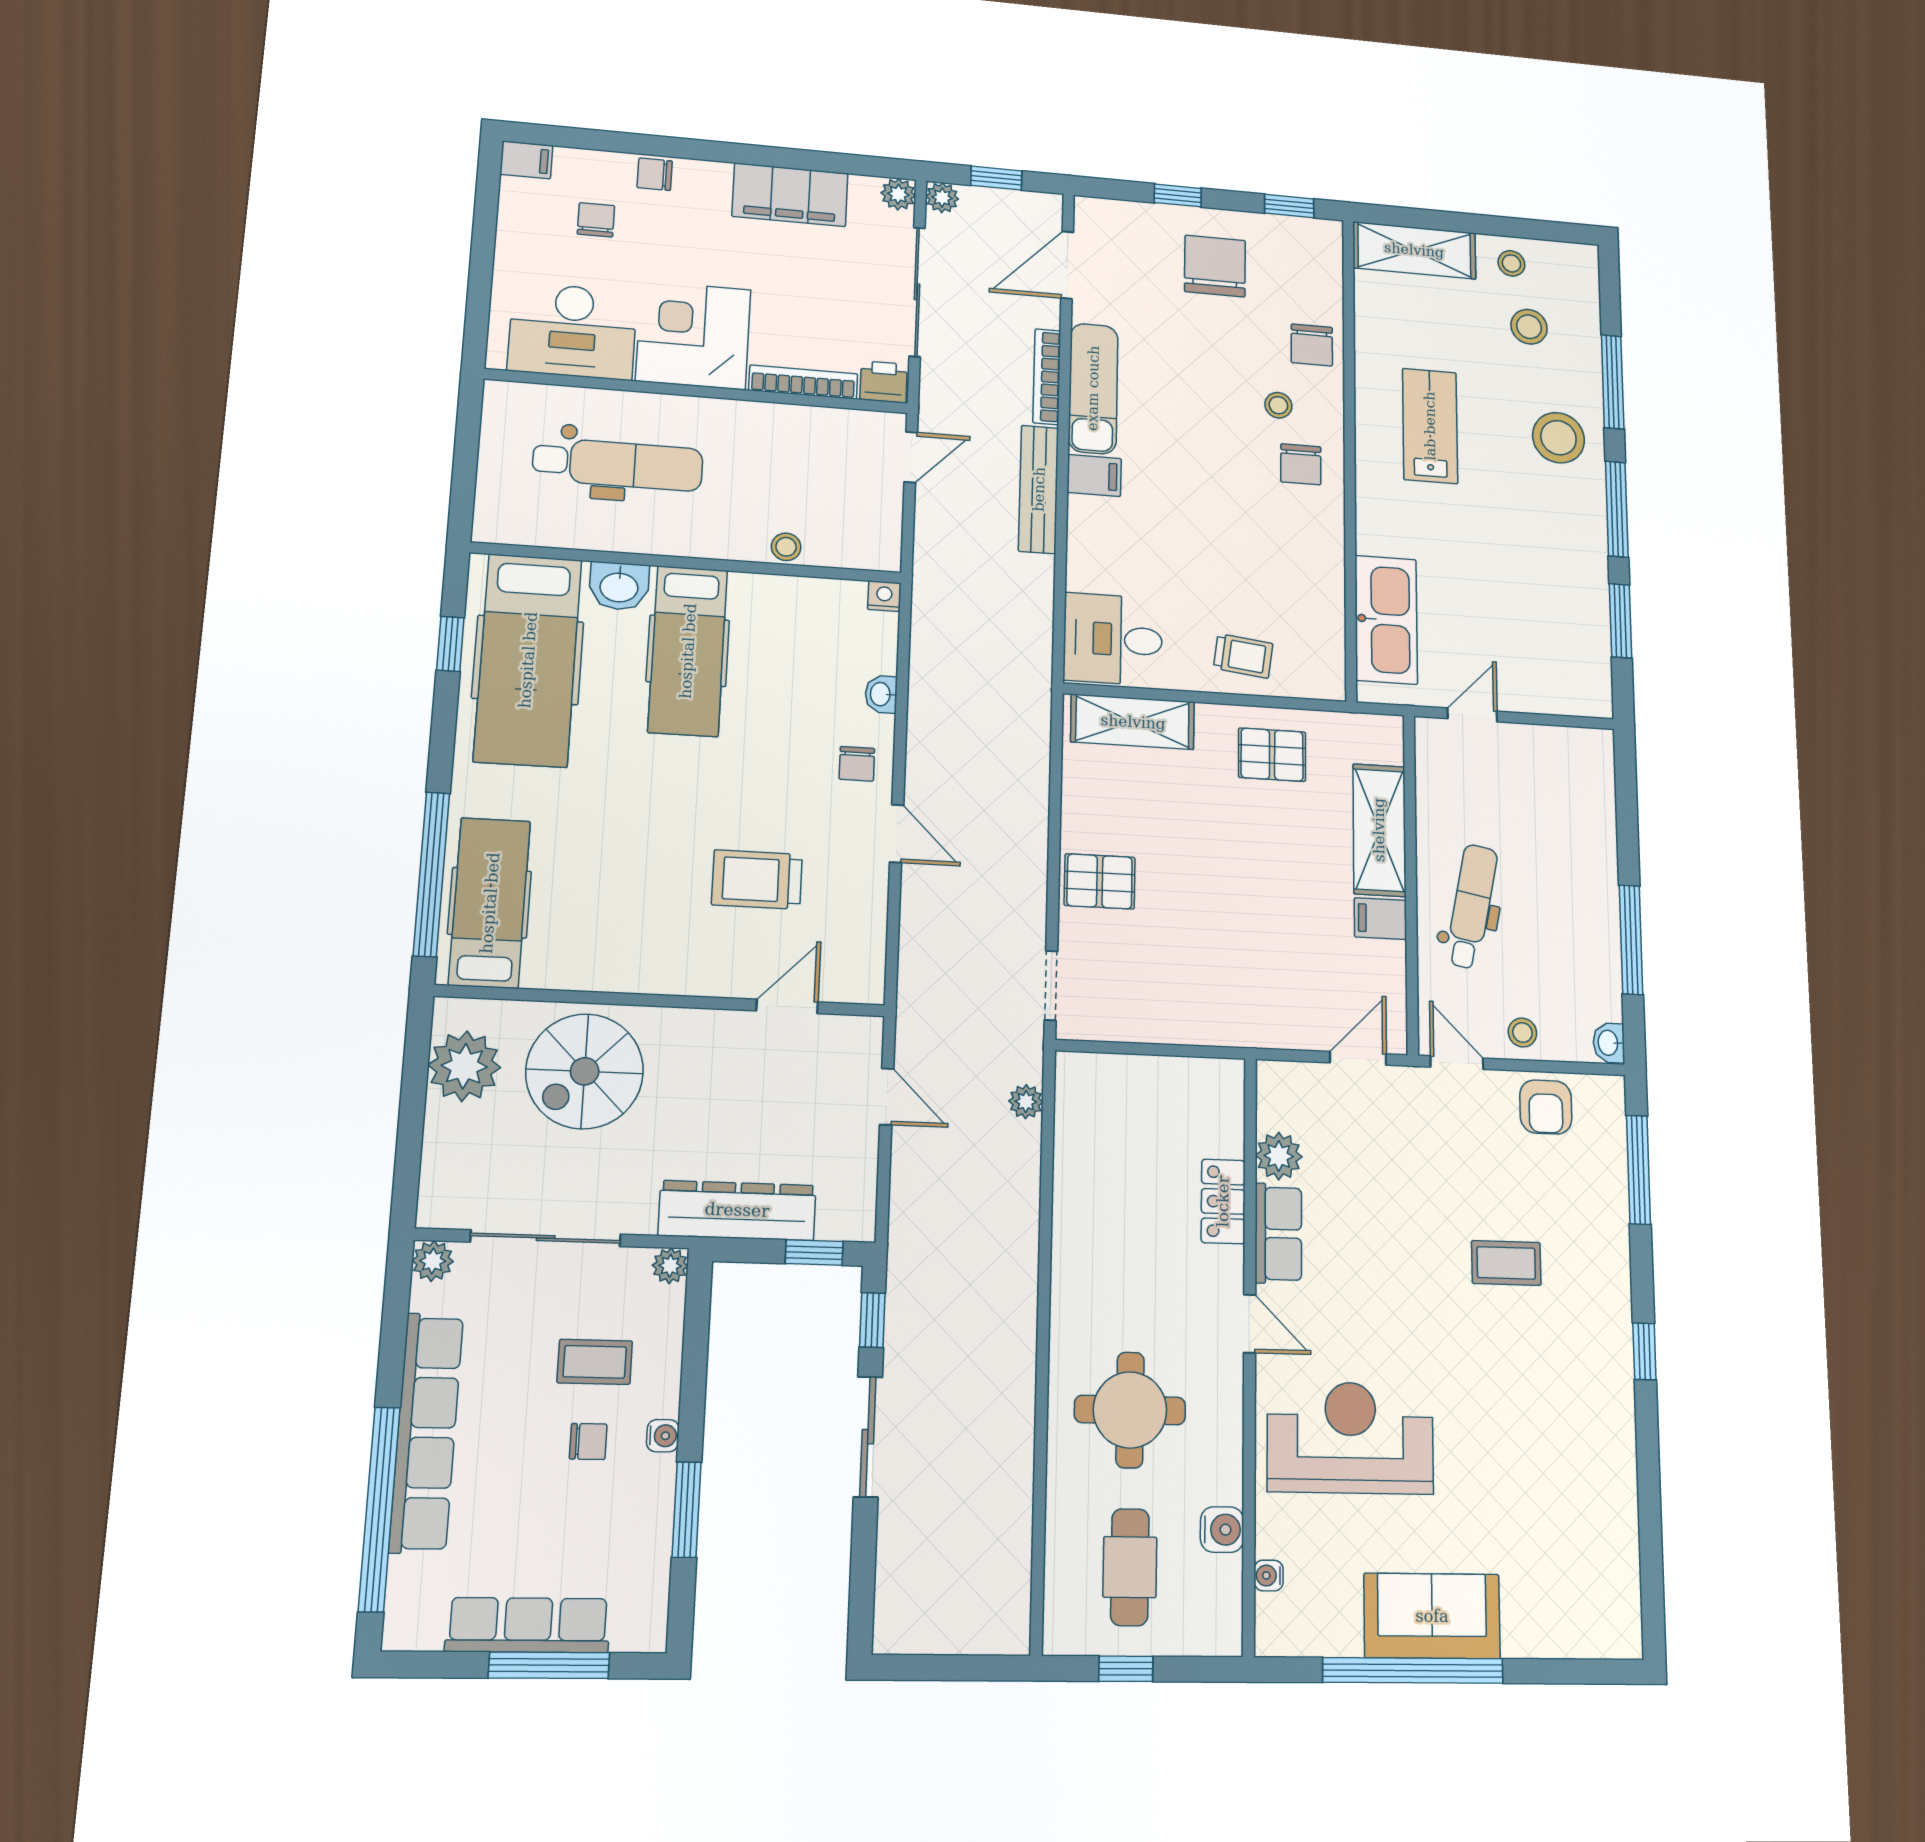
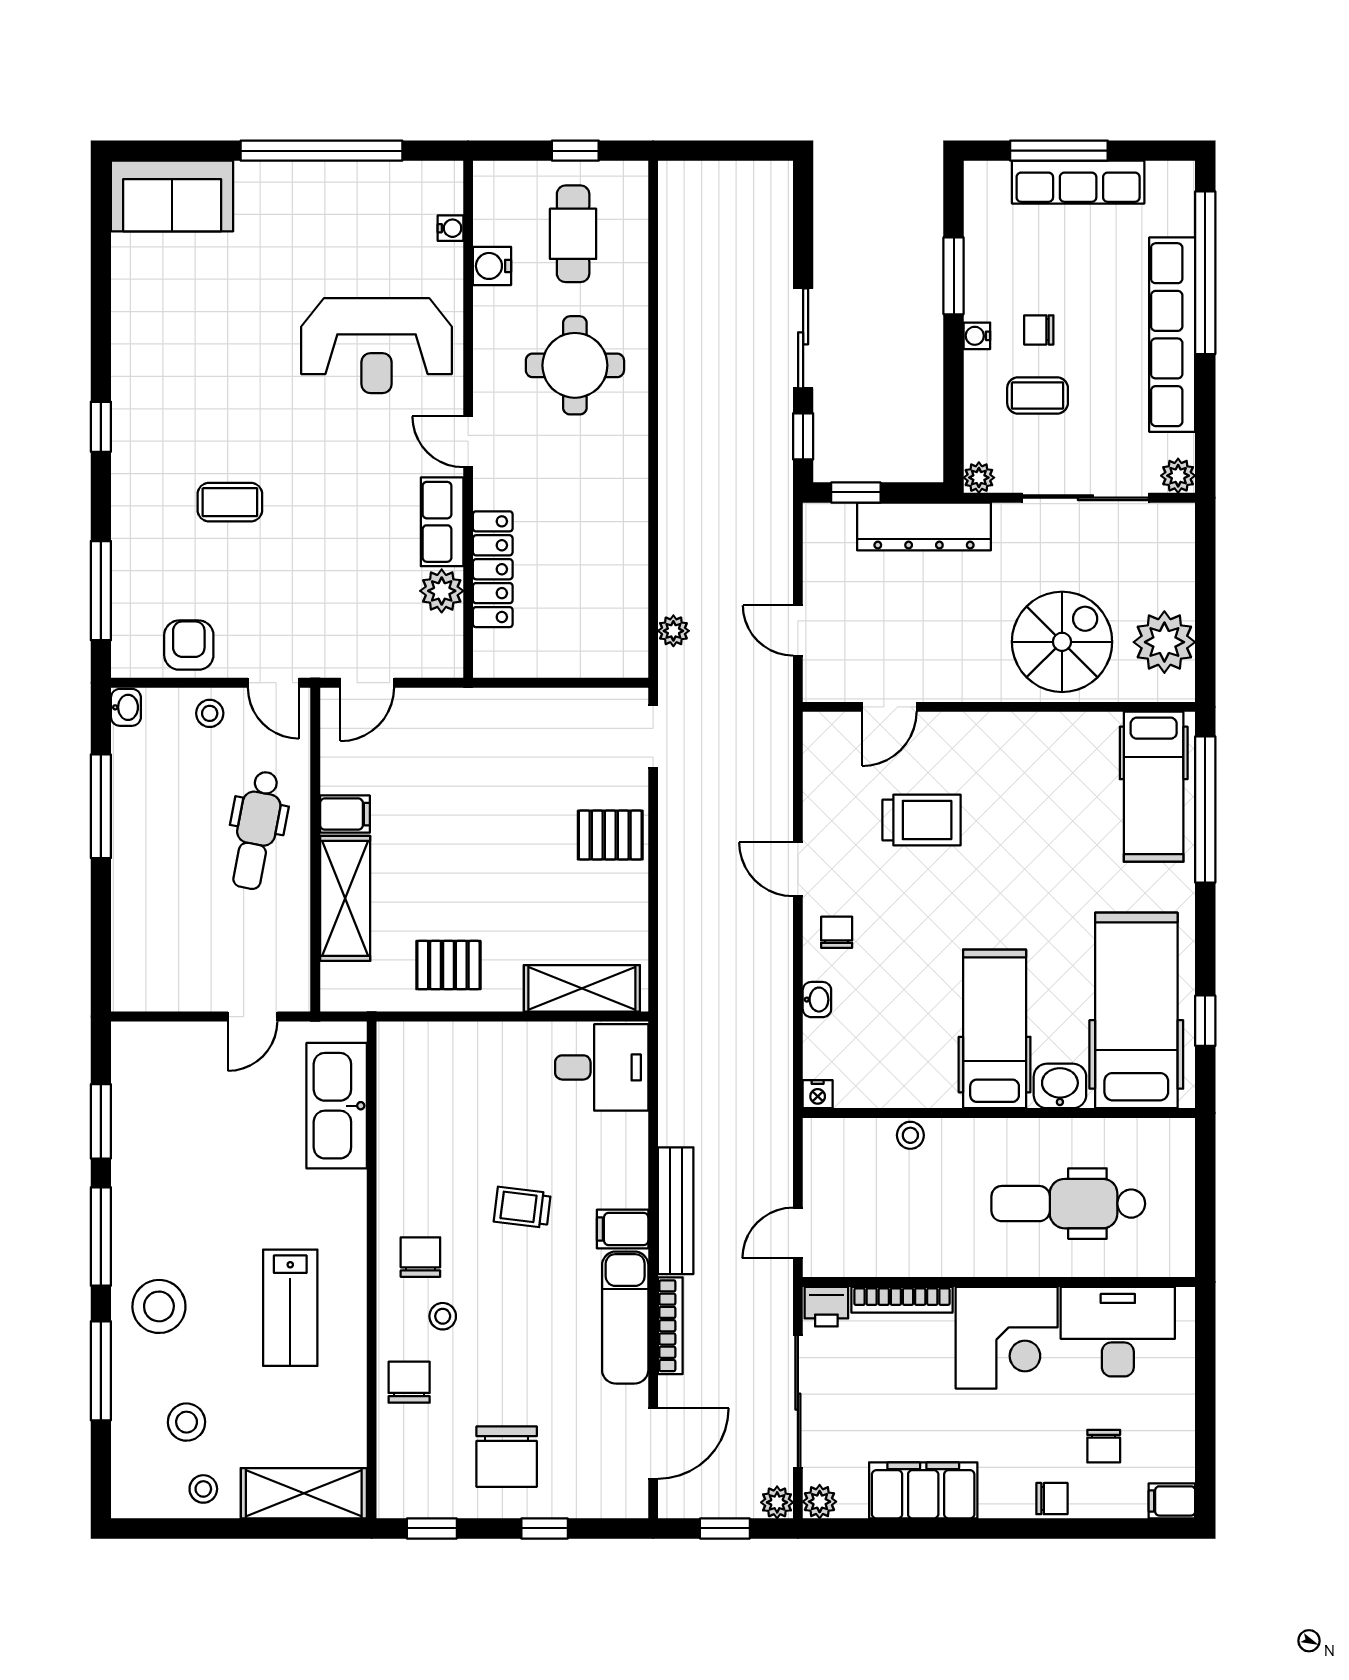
trolley: (1243, 656) -> (522, 1207), moved
locker: (1223, 1201) -> (493, 569), width x1.53
sofa: (1432, 1616) -> (172, 196), moved

